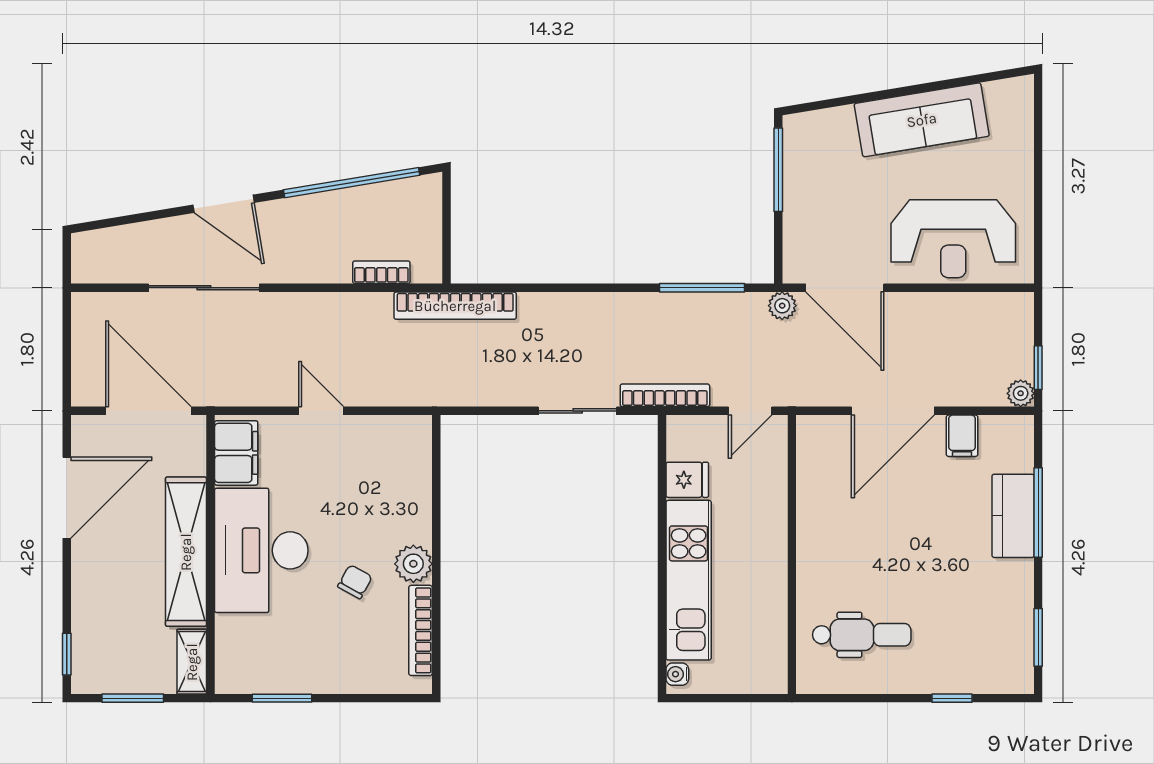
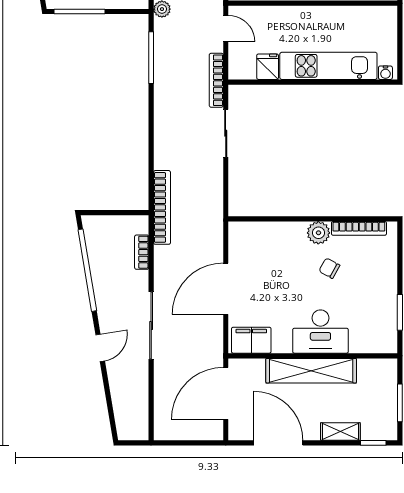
door: (224, 204) -> (100, 348), width x0.73
sliding door: (204, 288) -> (151, 325), moved
door: (321, 411) -> (226, 289), width x1.87
desk: (261, 550) -> (320, 332), width x0.73, depth x0.77
shelving: (192, 662) -> (340, 432), moved

